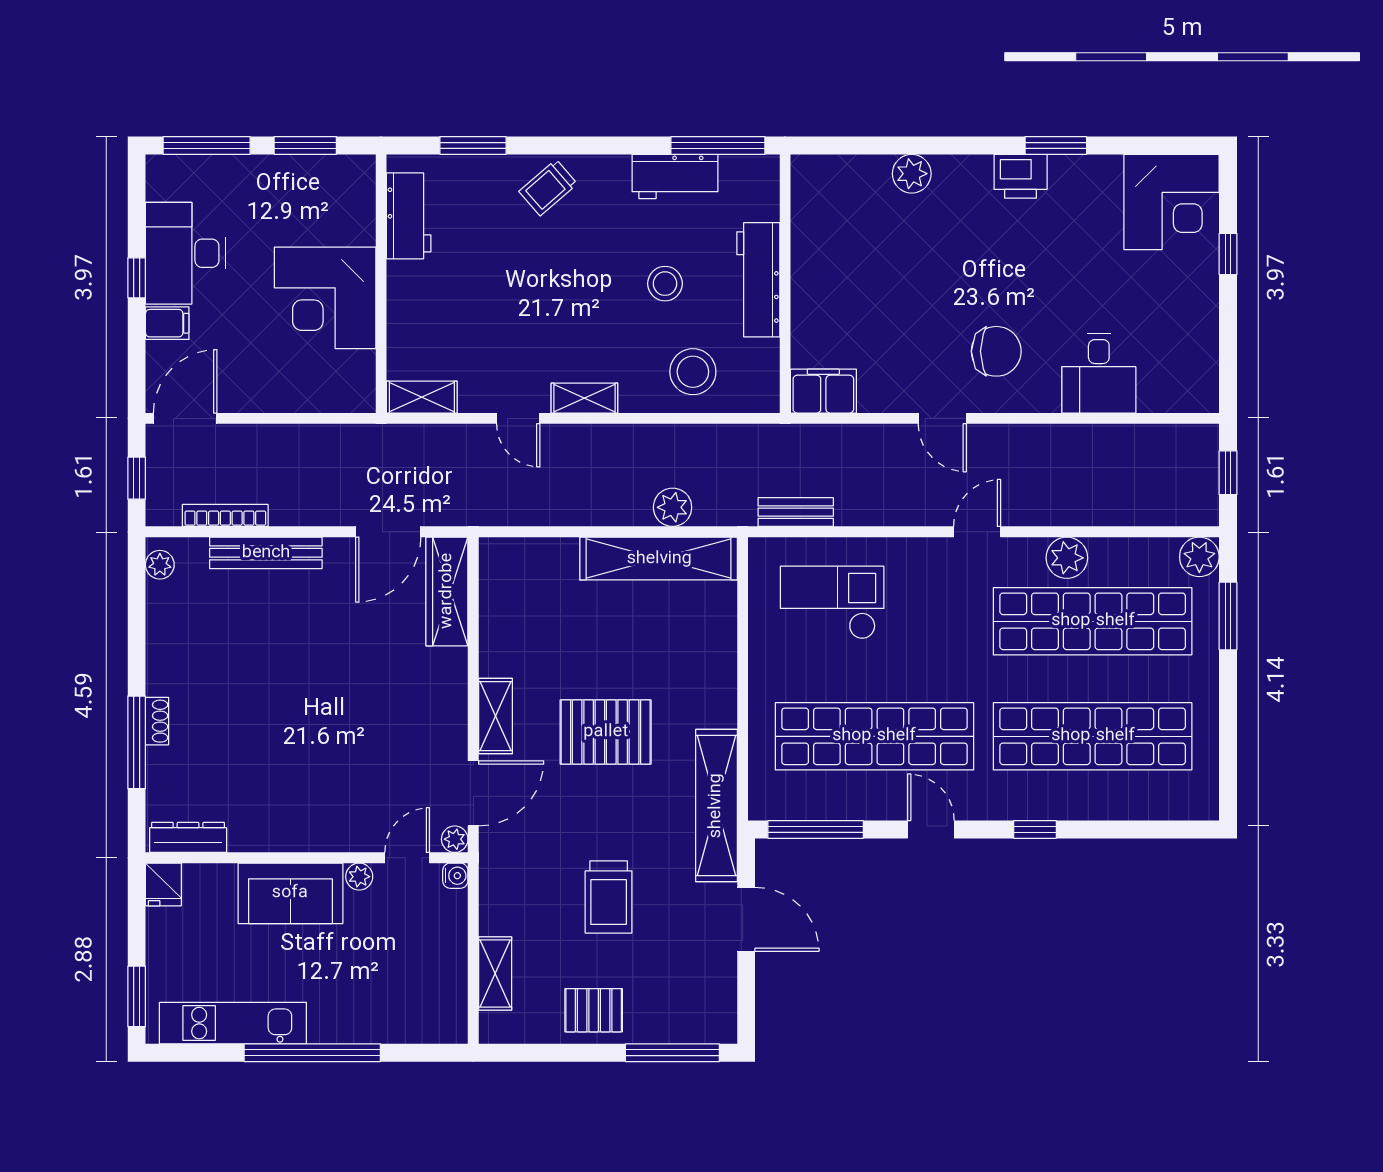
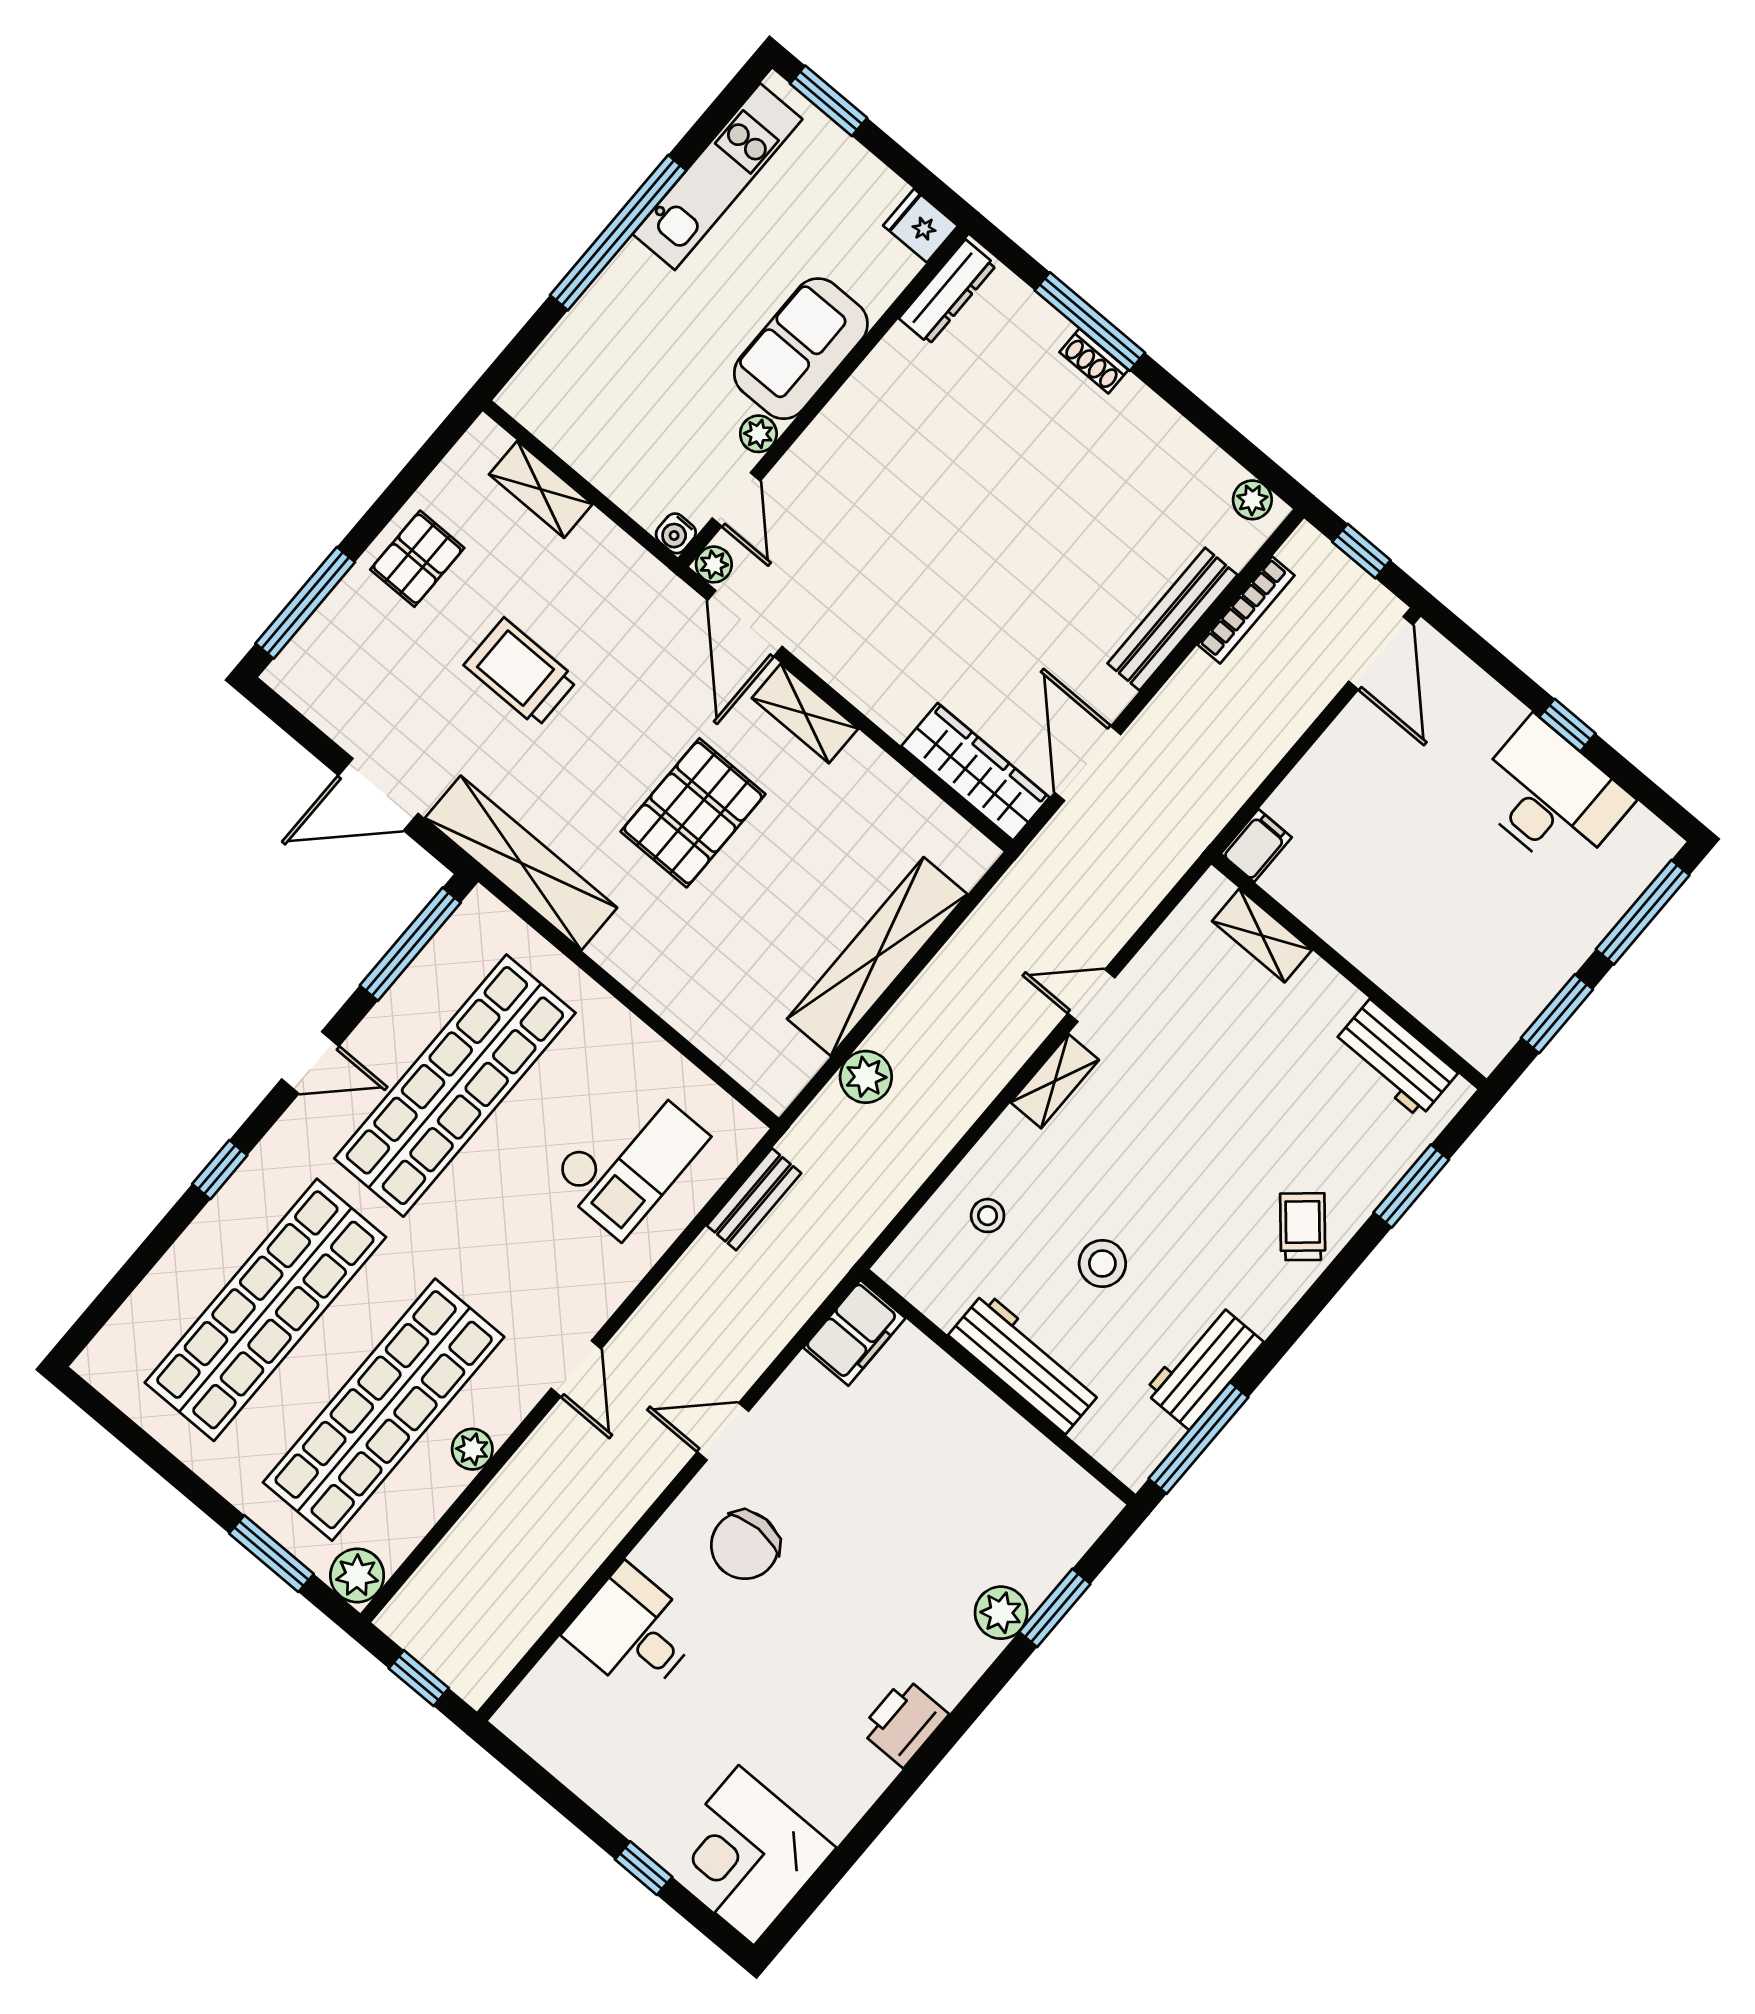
window: (1056, 145) -> (1055, 1608), moved
corner desk: (325, 298) -> (1383, 901), removed
filing cabinet: (167, 323) -> (1256, 845), moved, turned 180
stool: (693, 372) -> (988, 1216), width x0.53, depth x0.53
shelving: (422, 397) -> (1262, 935), moved, turned 90
plant: (1067, 558) -> (472, 1449), width x0.73, depth x0.73
shelving: (659, 559) -> (877, 957), moved

